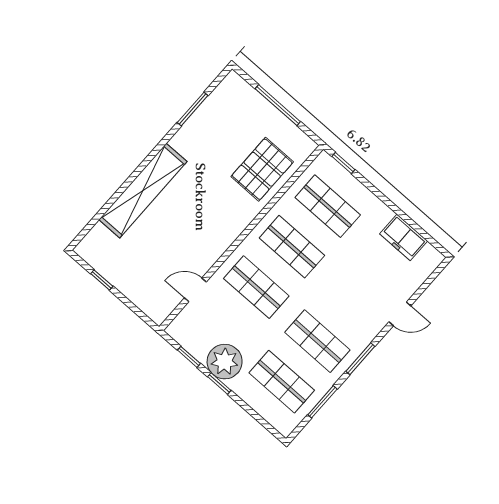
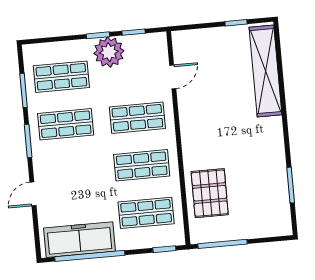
window: (278, 105) -> (222, 244), moved
shelving: (143, 191) -> (266, 71), moved
window: (407, 219) -> (90, 256), added
freezer: (404, 237) -> (80, 240), width x1.91, depth x1.26

